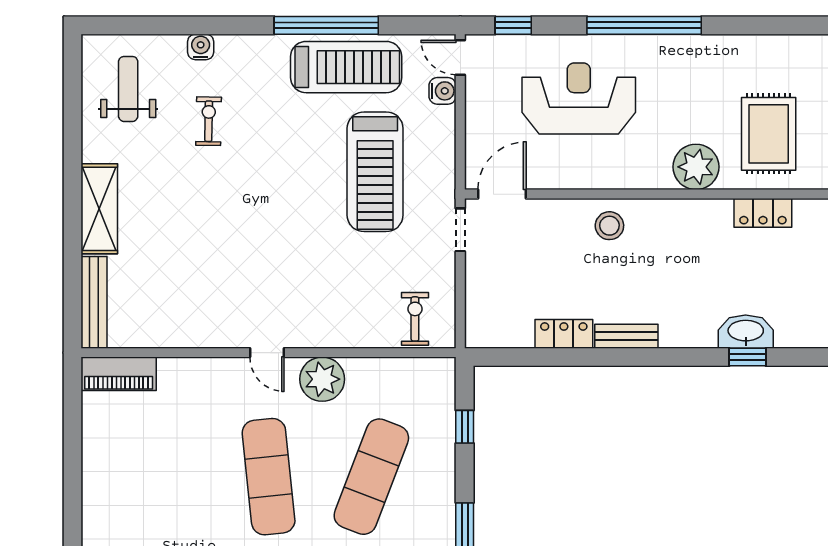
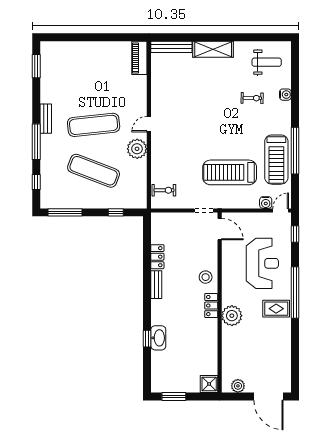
rug: (769, 134) -> (276, 309), moved, width x0.73, depth x0.70
locker: (763, 213) -> (211, 306), moved

